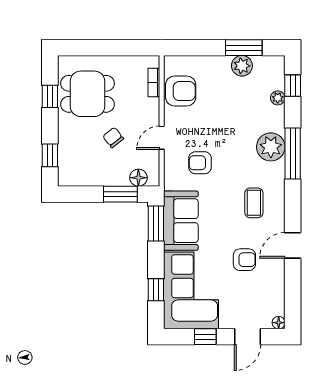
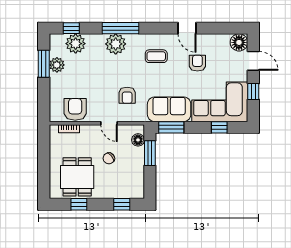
plant: (278, 98) -> (76, 44), width x1.88, depth x1.88
floor lamp: (279, 323) -> (239, 42), width x1.89, depth x1.89

